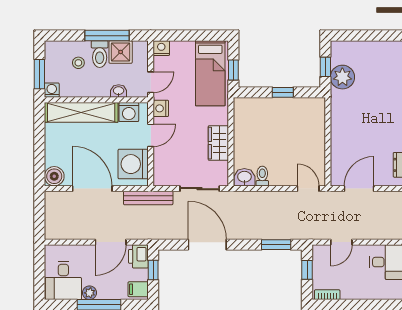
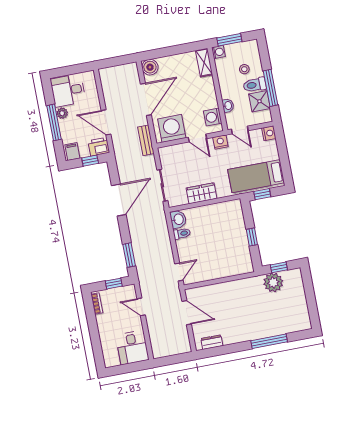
shelving: (81, 112) -> (204, 63), width x0.45, depth x0.75
bench: (148, 198) -> (146, 140), width x0.73

